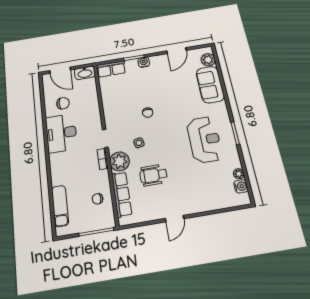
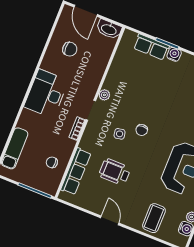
row of seats: (111, 69) -> (151, 47), moved
chair: (148, 113) -> (142, 130), moved
desk: (61, 133) -> (46, 94), moved
plant: (120, 161) -> (104, 95), moved, width x0.53, depth x0.53
coffee table: (209, 194) -> (154, 218), added
door: (175, 219) -> (110, 220), swing flipped

